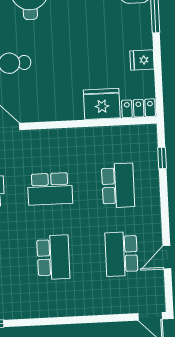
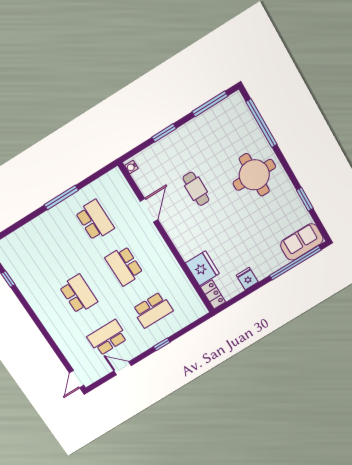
window: (162, 158) -> (162, 344), moved
school desk: (53, 257) -> (78, 294), turned -90

